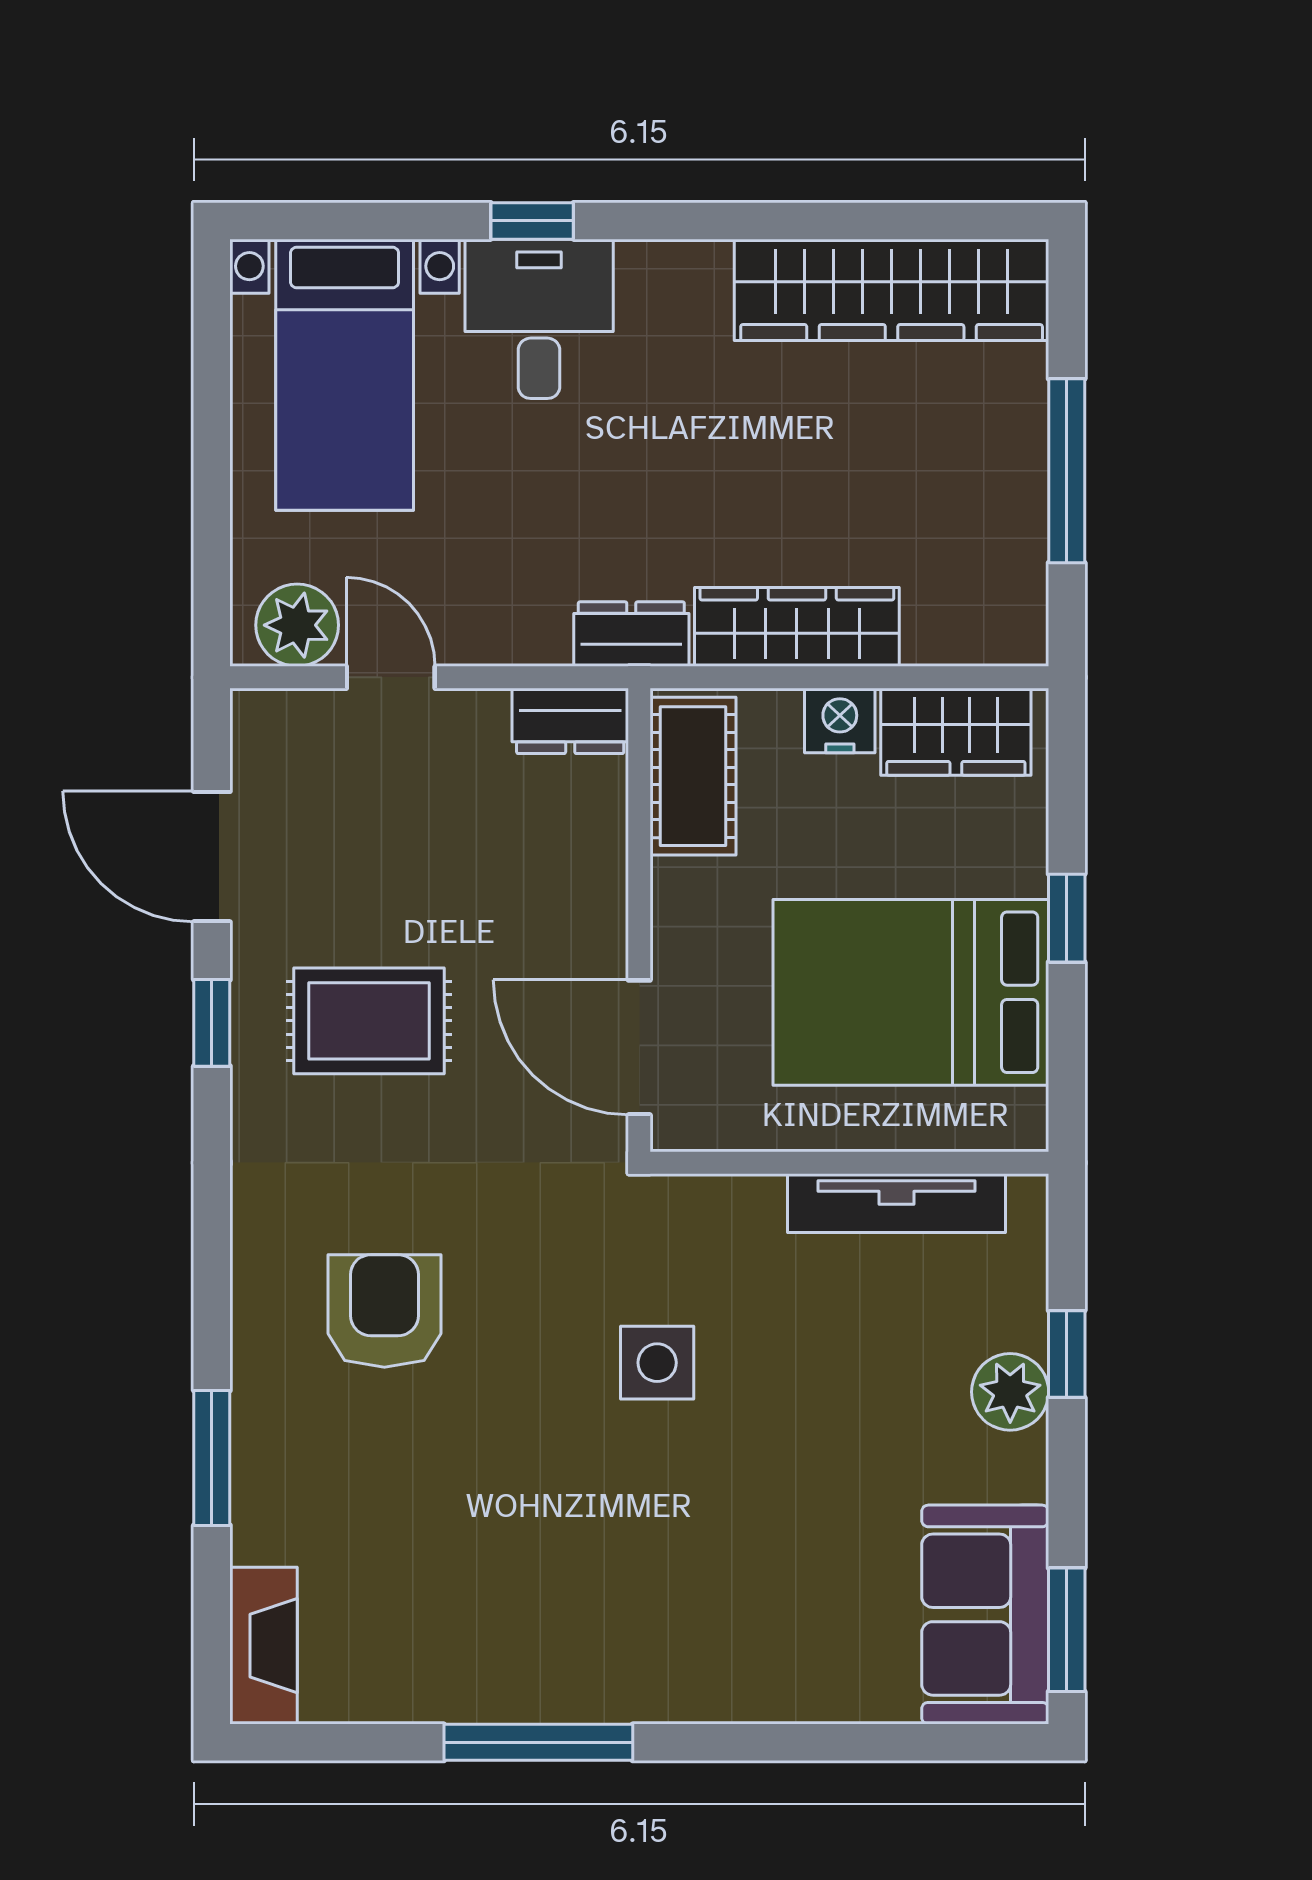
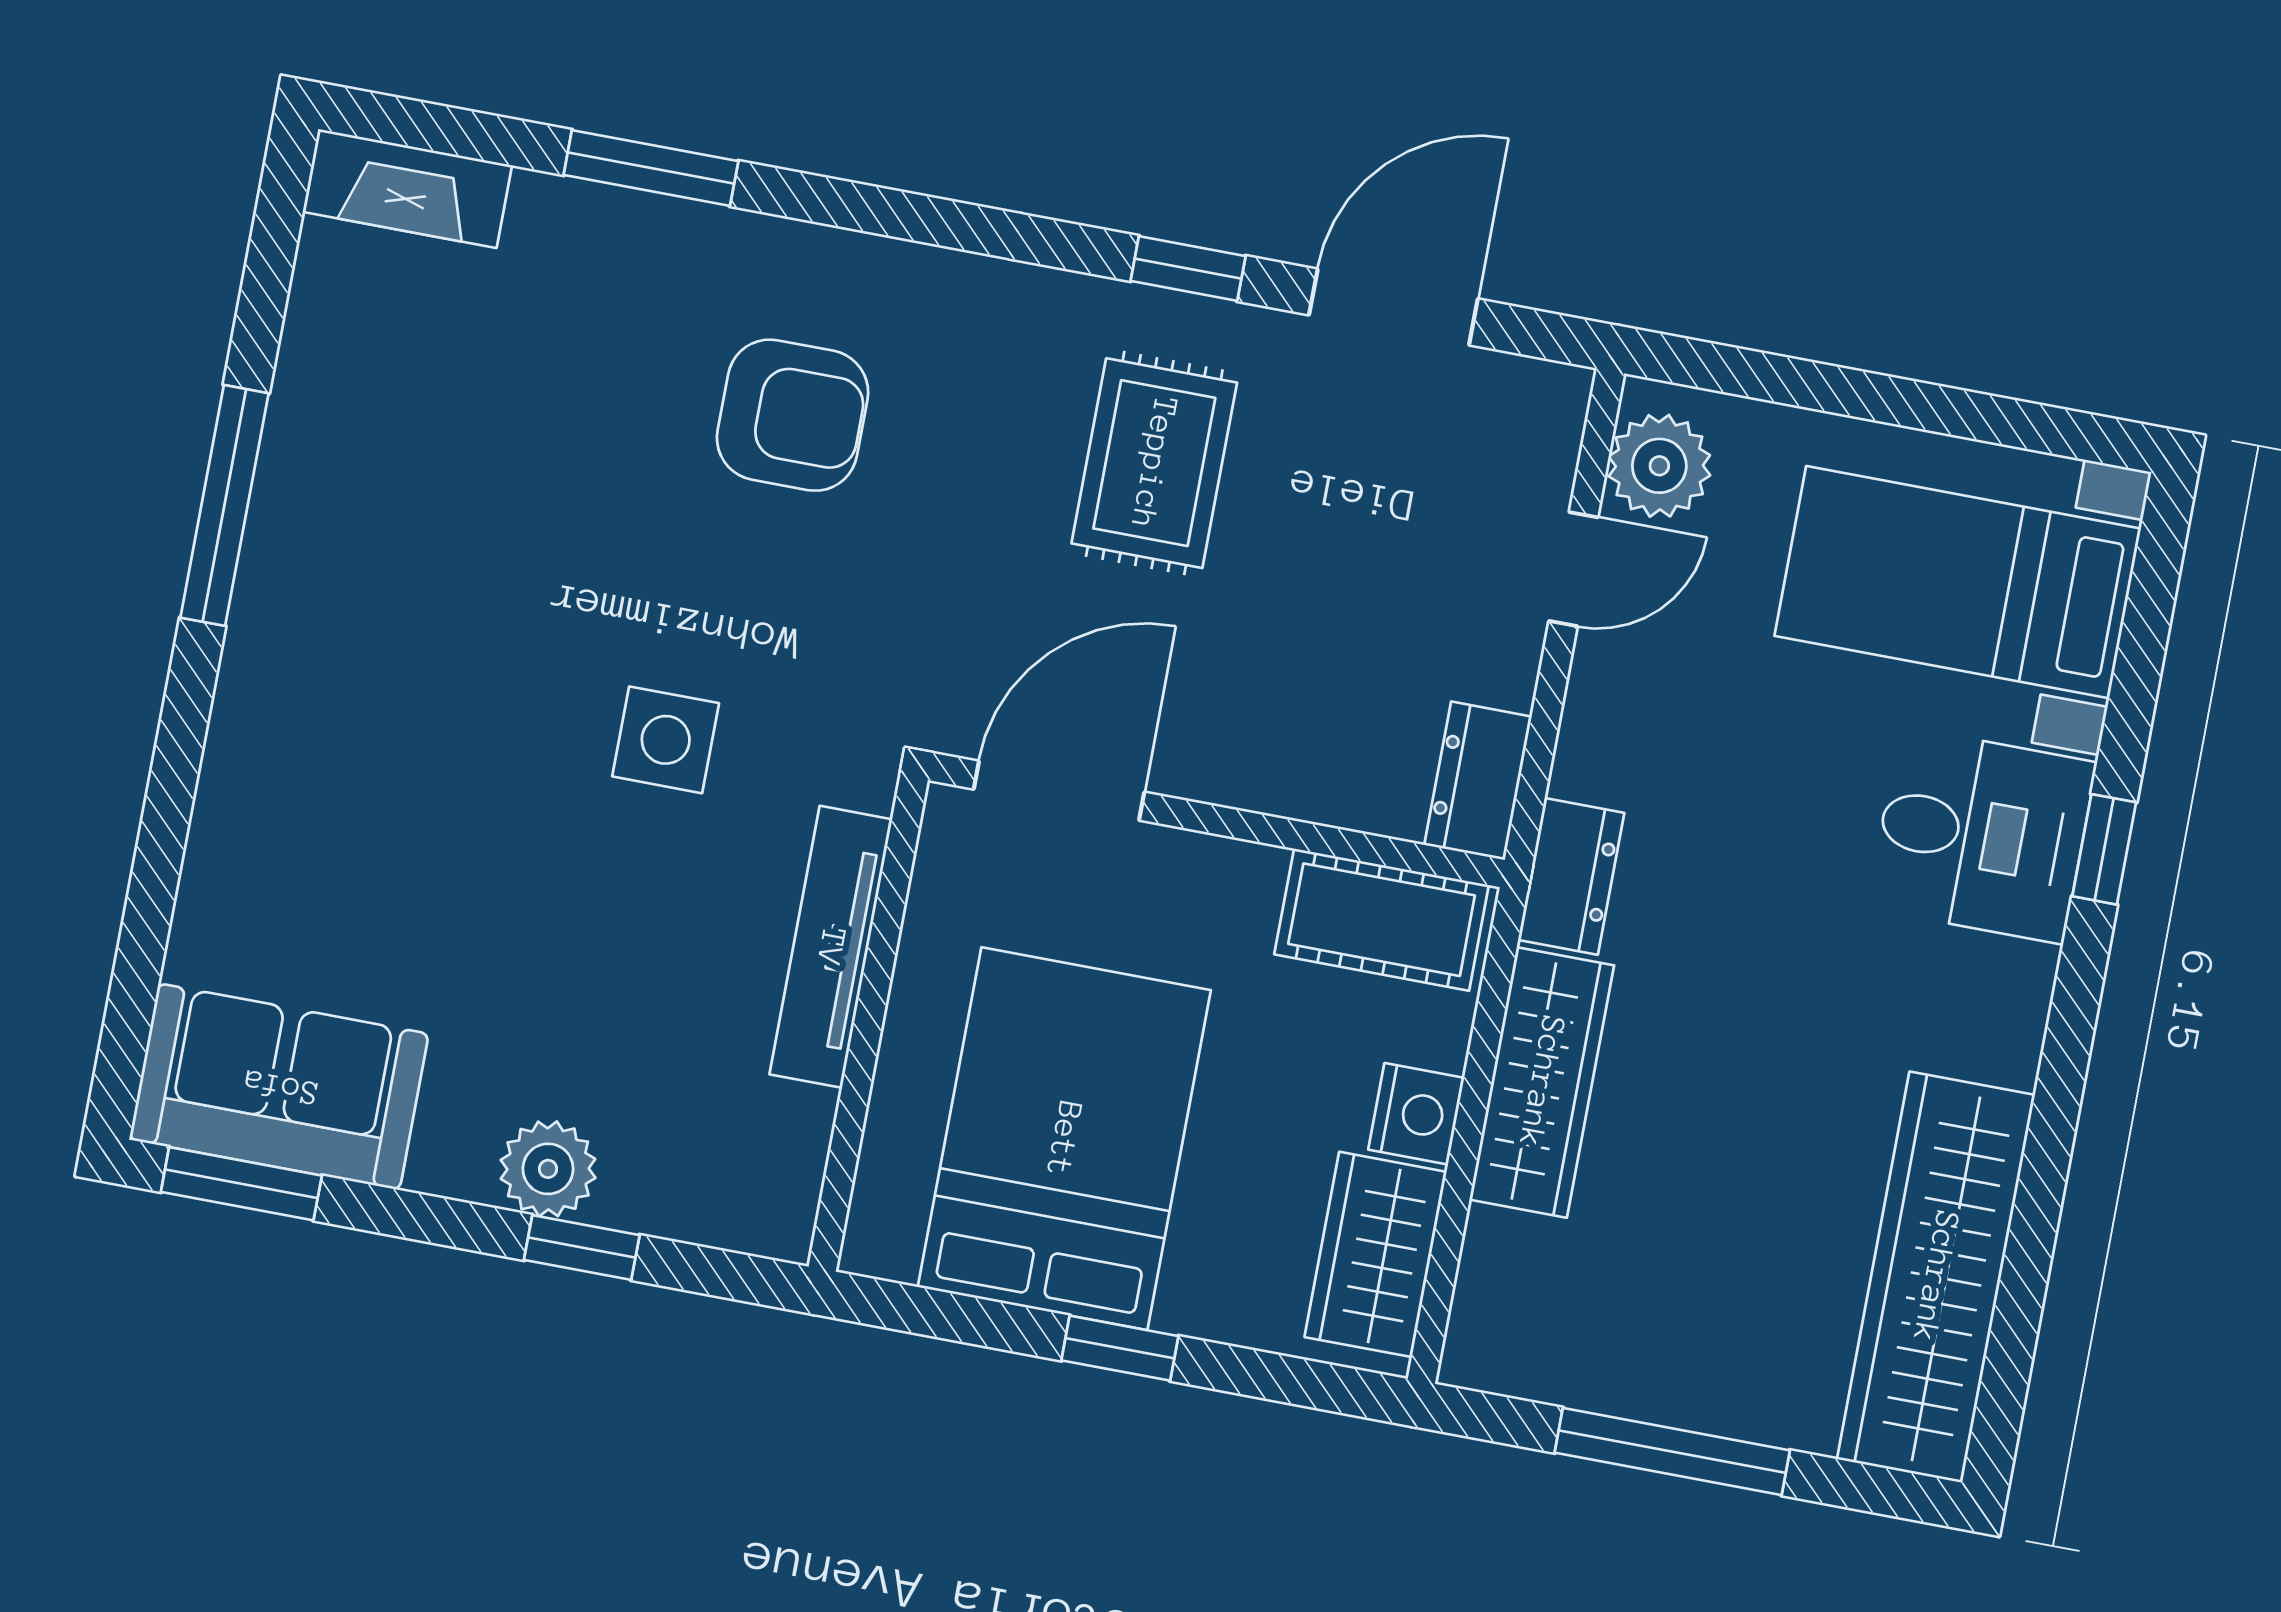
tv unit: (897, 1203) -> (831, 947), moved

